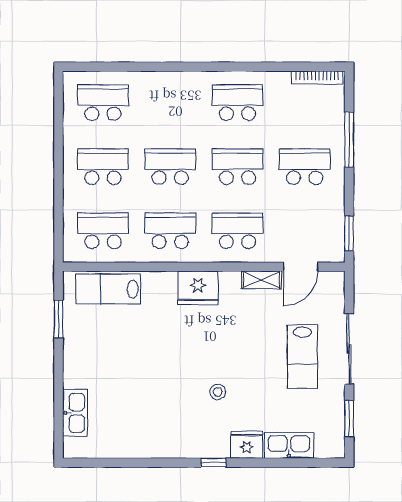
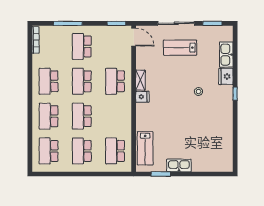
school desk: (170, 231) -> (49, 116), moved
door: (301, 267) -> (134, 37), moved
shelving: (262, 280) -> (140, 80), moved
fridge: (198, 288) -> (142, 97), width x0.53, depth x0.75
lab bench: (302, 356) -> (180, 48), turned 180
kitchen sink: (75, 413) -> (179, 165), moved

